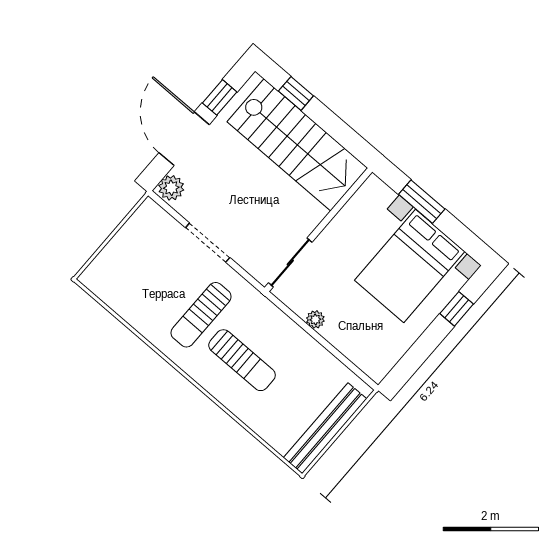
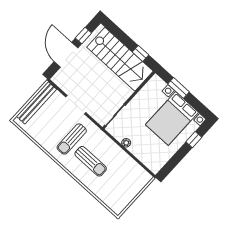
window: (296, 93) -> (141, 53), moved
plant: (171, 188) -> (59, 78), removed
bench: (325, 428) -> (36, 103), moved

